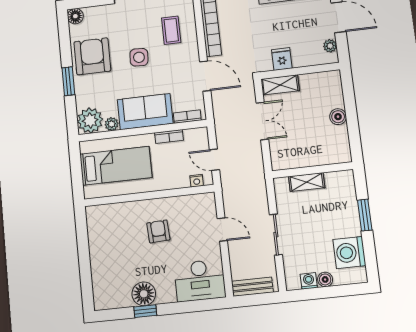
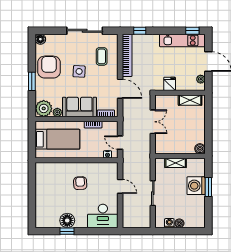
shelving: (280, 85) -> (190, 100), moved
boiler: (338, 117) -> (200, 149), moved
washing machine: (349, 253) -> (196, 186), moved
bench: (252, 287) -> (135, 223), removed

